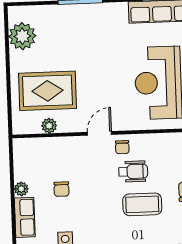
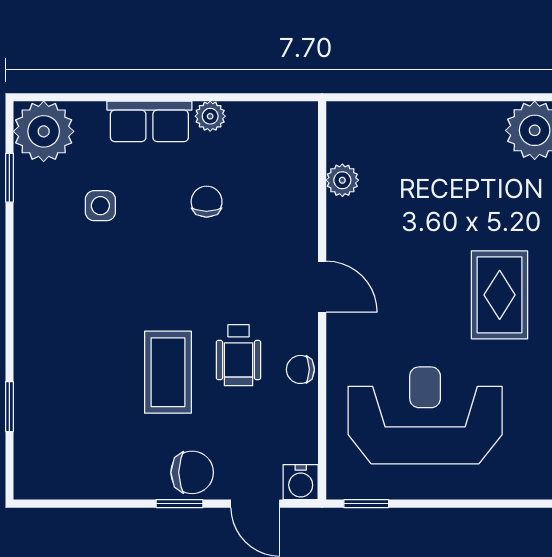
rug: (47, 91) -> (500, 295), moved, width x0.73, depth x0.70
chair: (122, 147) -> (300, 369), moved
chair: (61, 189) -> (207, 202), turned 90

